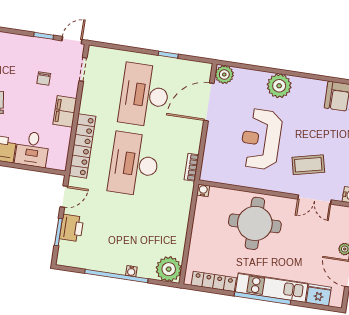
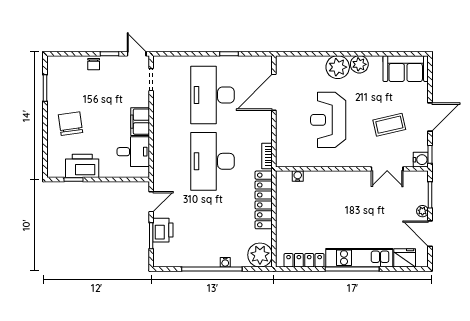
door: (72, 40) -> (137, 54), hinge flipped
plant: (224, 75) -> (359, 64), moved
chair: (44, 79) -> (94, 64), moved
locker: (82, 146) -> (264, 200), moved, turned 180
desk: (32, 149) -> (133, 152), moved, turned -90
coffee table: (308, 165) -> (389, 125), moved
water cooler: (203, 190) -> (298, 176), moved
round table: (255, 223) -> (334, 200), removed

